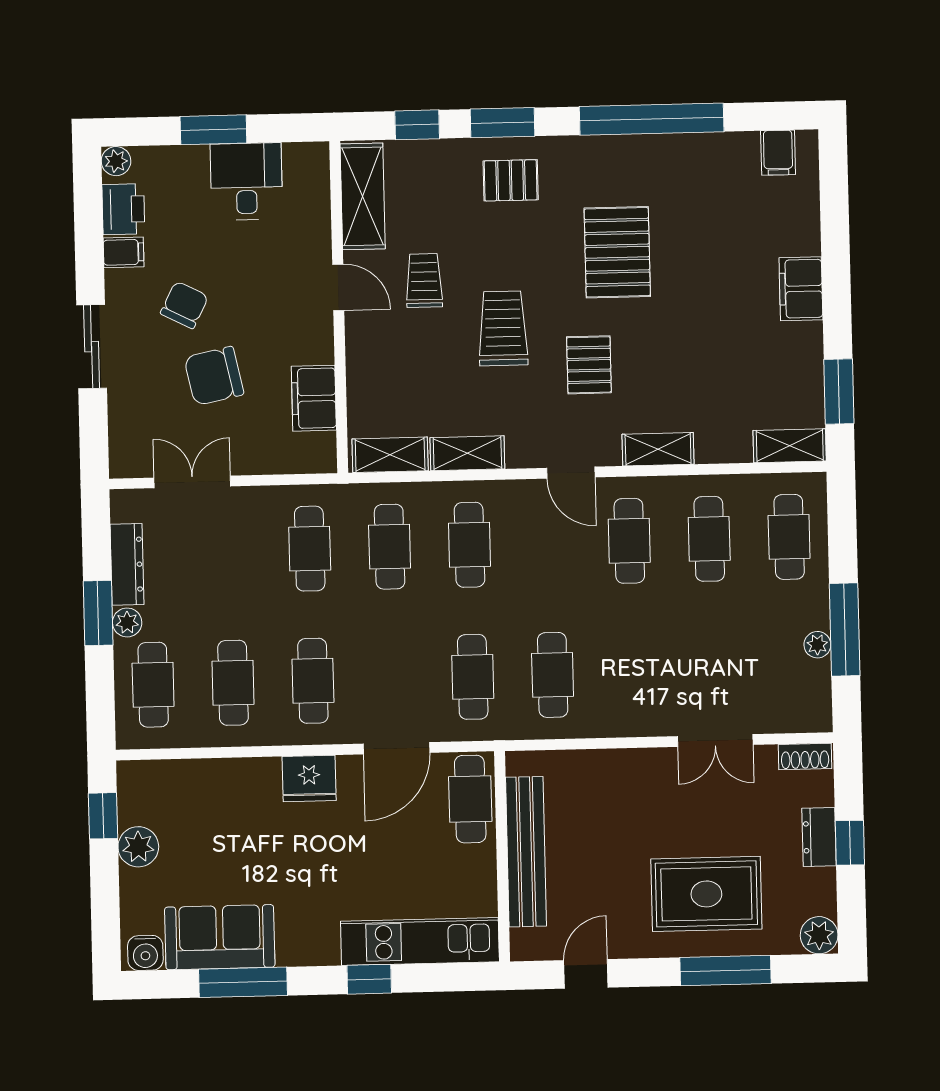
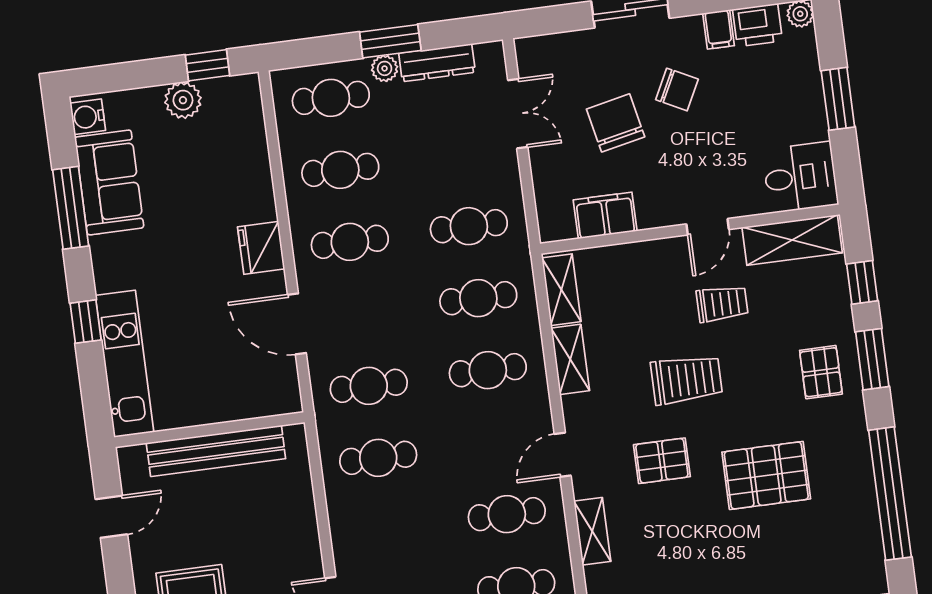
desk: (246, 181) -> (800, 177), moved
cafe table: (470, 799) -> (258, 395), removed
door: (586, 974) -> (111, 517), hinge flipped

